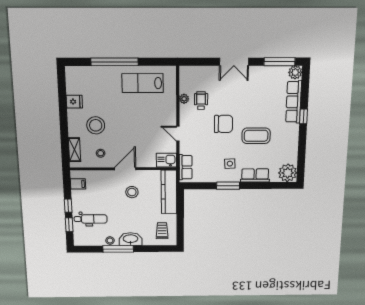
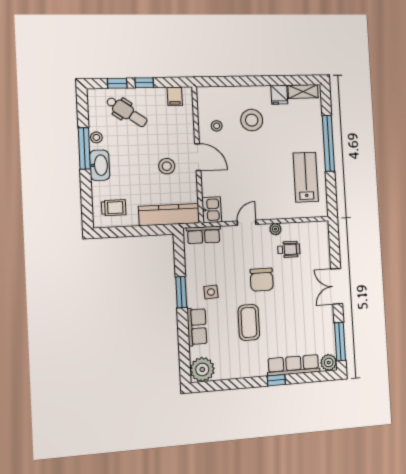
plant: (184, 99) -> (275, 229), moved
shelving: (74, 150) -> (303, 92), moved
dental chair: (91, 219) -> (127, 112), turned -55

